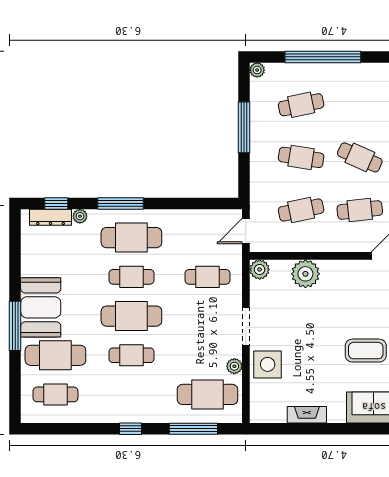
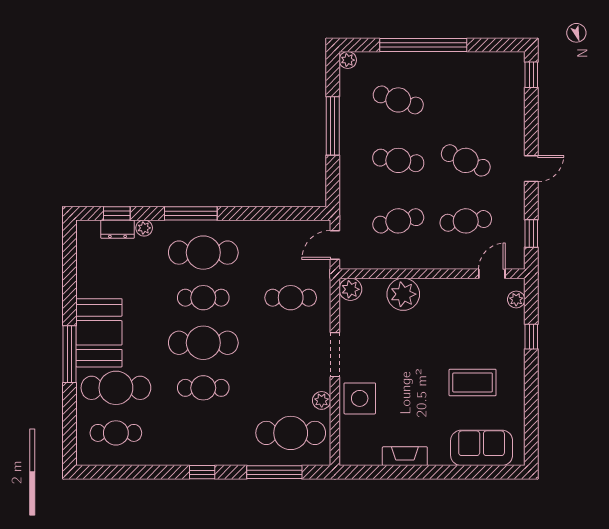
cafe table: (301, 105) -> (398, 100), turned 30
dresser: (51, 217) -> (118, 229), width x0.70

